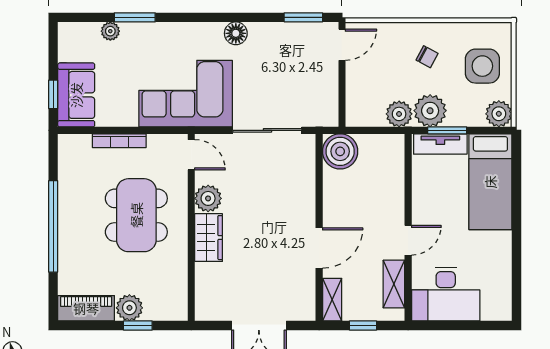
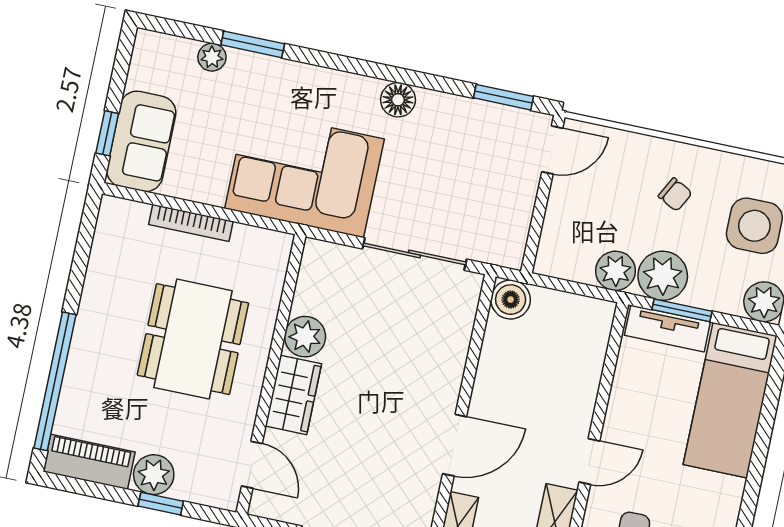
boiler: (340, 151) -> (511, 300), width x0.73, depth x0.73
door: (191, 155) -> (252, 465), moved
window: (53, 226) -> (55, 381), moved

